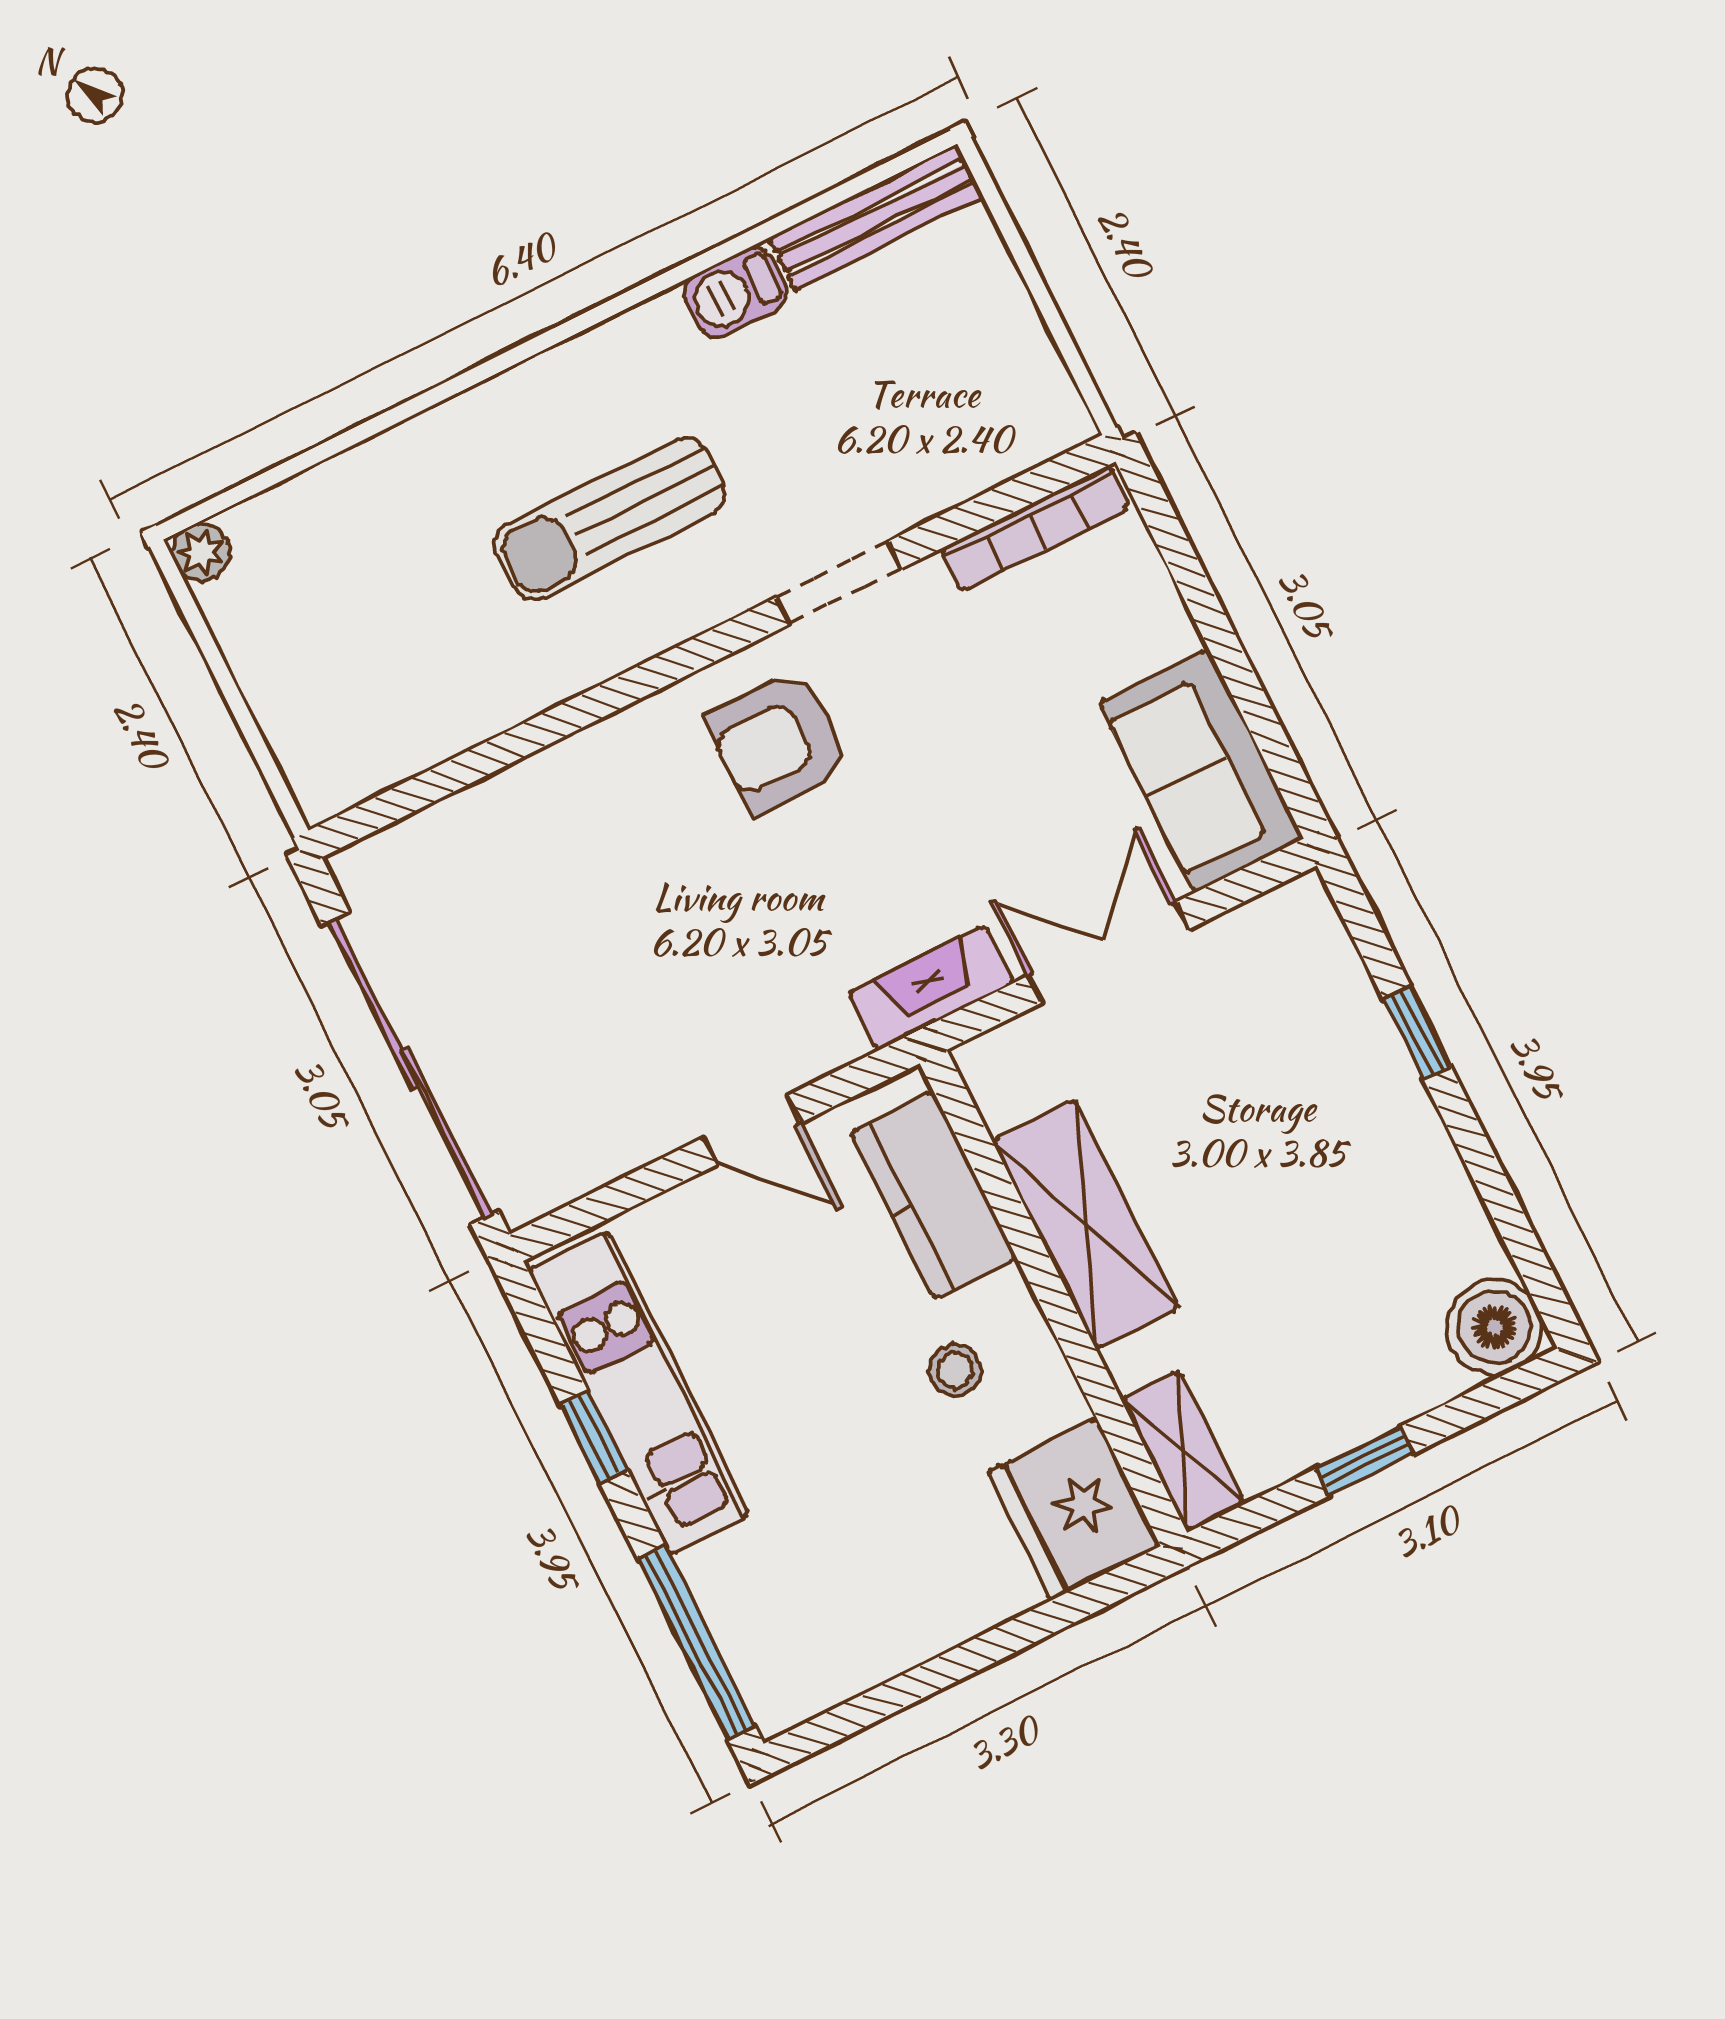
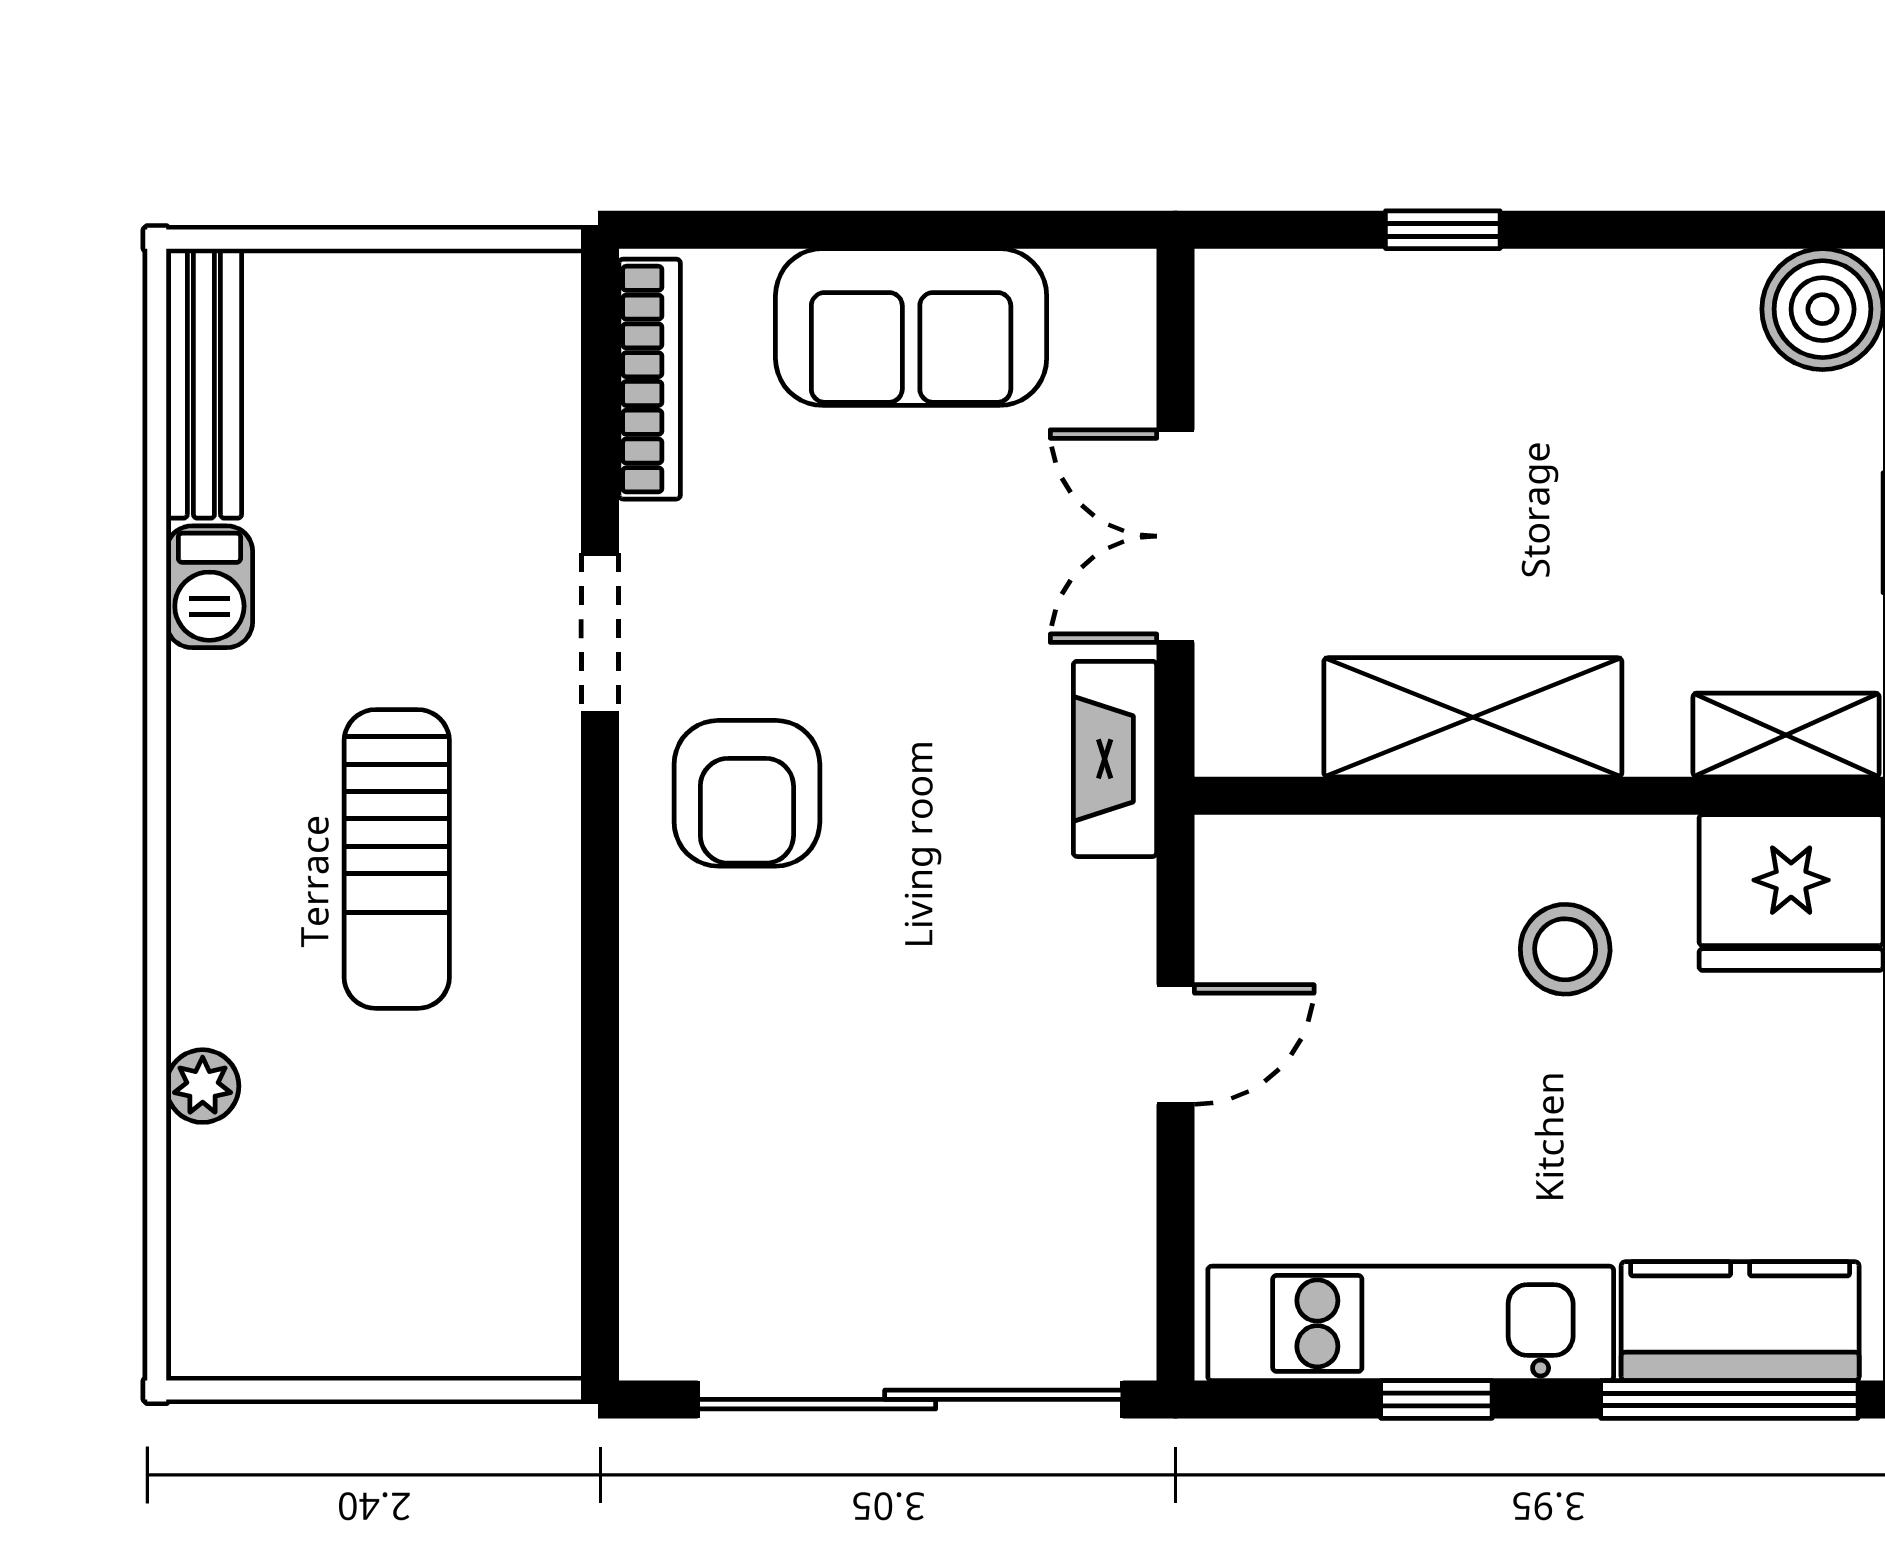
plant: (201, 552) -> (203, 1086), moved
sofa: (1201, 771) -> (911, 327), moved
kitchen counter: (934, 1195) -> (1740, 1321), moved, turned 180
stool: (955, 1370) -> (1565, 949), width x1.37, depth x1.37

